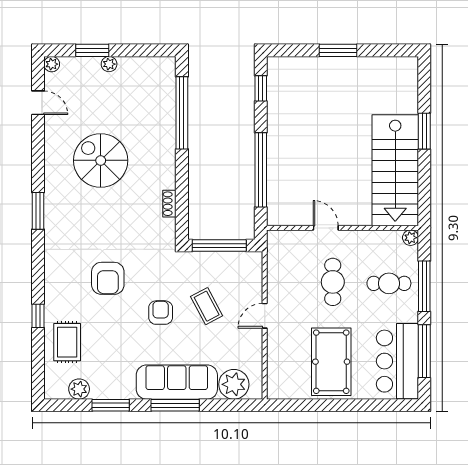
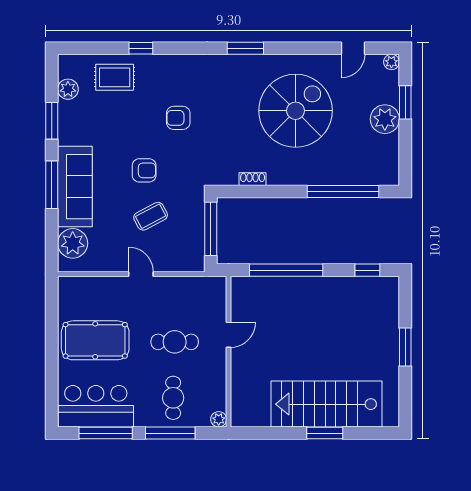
plant: (109, 64) -> (385, 119), width x1.87, depth x1.87
spiral stairs: (101, 160) -> (296, 111), width x1.37, depth x1.37
stairs: (395, 170) -> (326, 404), moved
armchair: (108, 278) -> (178, 118), width x0.72, depth x0.72

